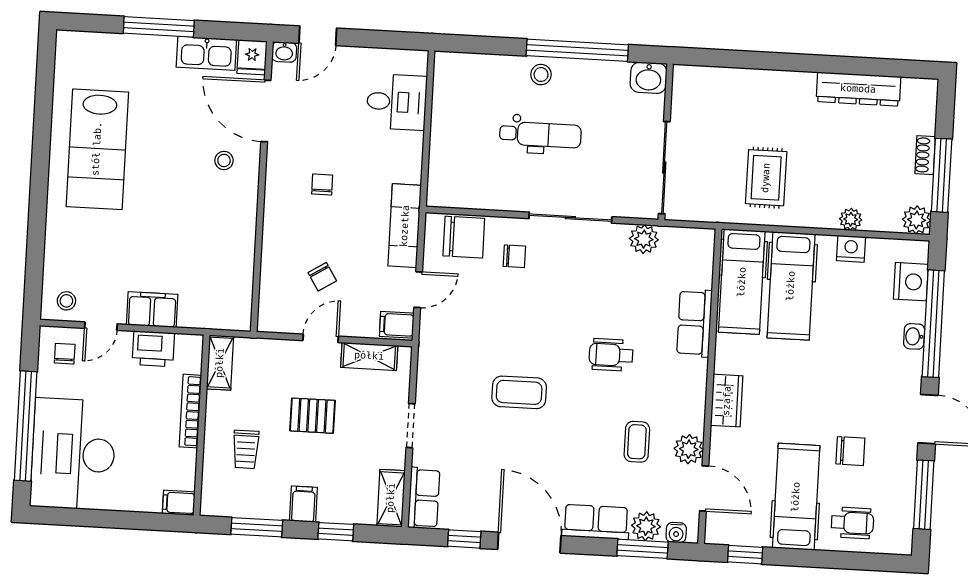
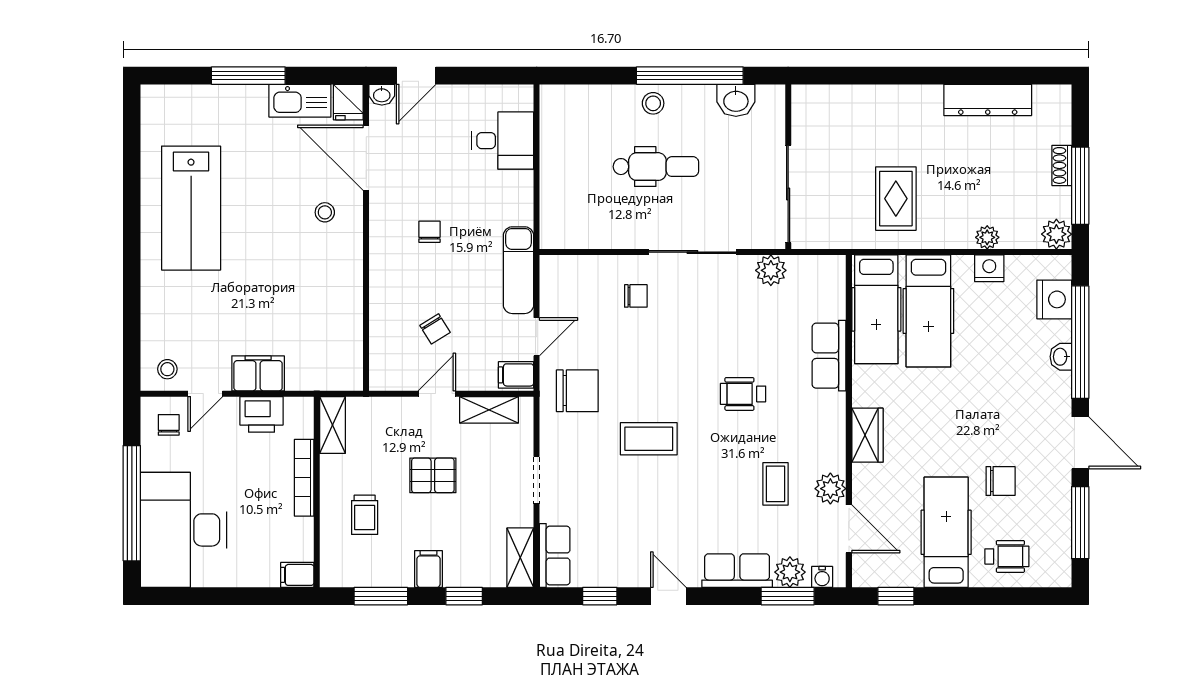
washbasin: (649, 78) -> (736, 100), moved
chair: (464, 237) -> (577, 391), moved
door: (529, 543) -> (668, 596), width x0.53

